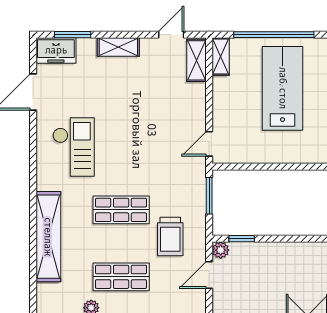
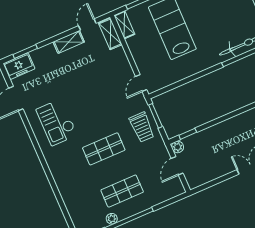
shelving: (118, 47) -> (69, 42), moved
checkout: (74, 147) -> (57, 122), turned 180
shelving: (48, 237) -> (65, 186), removed
trolley: (170, 237) -> (142, 127), moved

